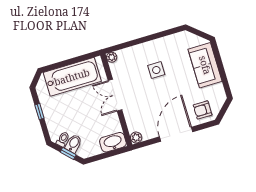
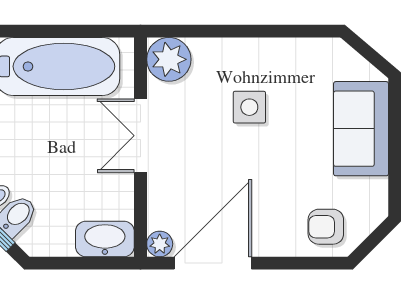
plant: (112, 57) -> (169, 59), width x1.88, depth x1.88
door: (176, 134) -> (213, 263), moved

